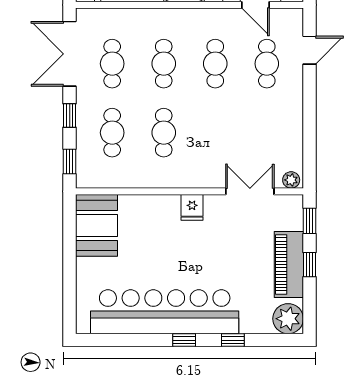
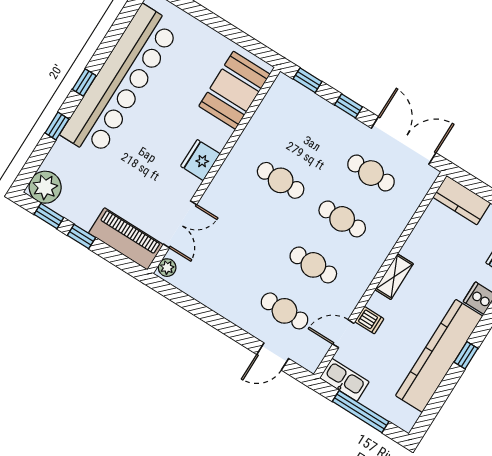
door: (309, 50) -> (273, 356), hinge flipped
cafe table: (112, 133) -> (309, 134), removed
fridge: (192, 207) -> (200, 160), width x1.38
window: (309, 221) -> (49, 216), moved
booth: (97, 225) -> (234, 90), moved, turned 90
piano: (289, 264) -> (126, 239), moved

